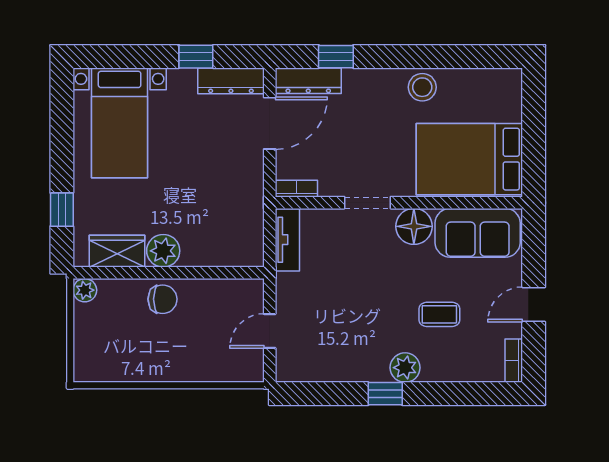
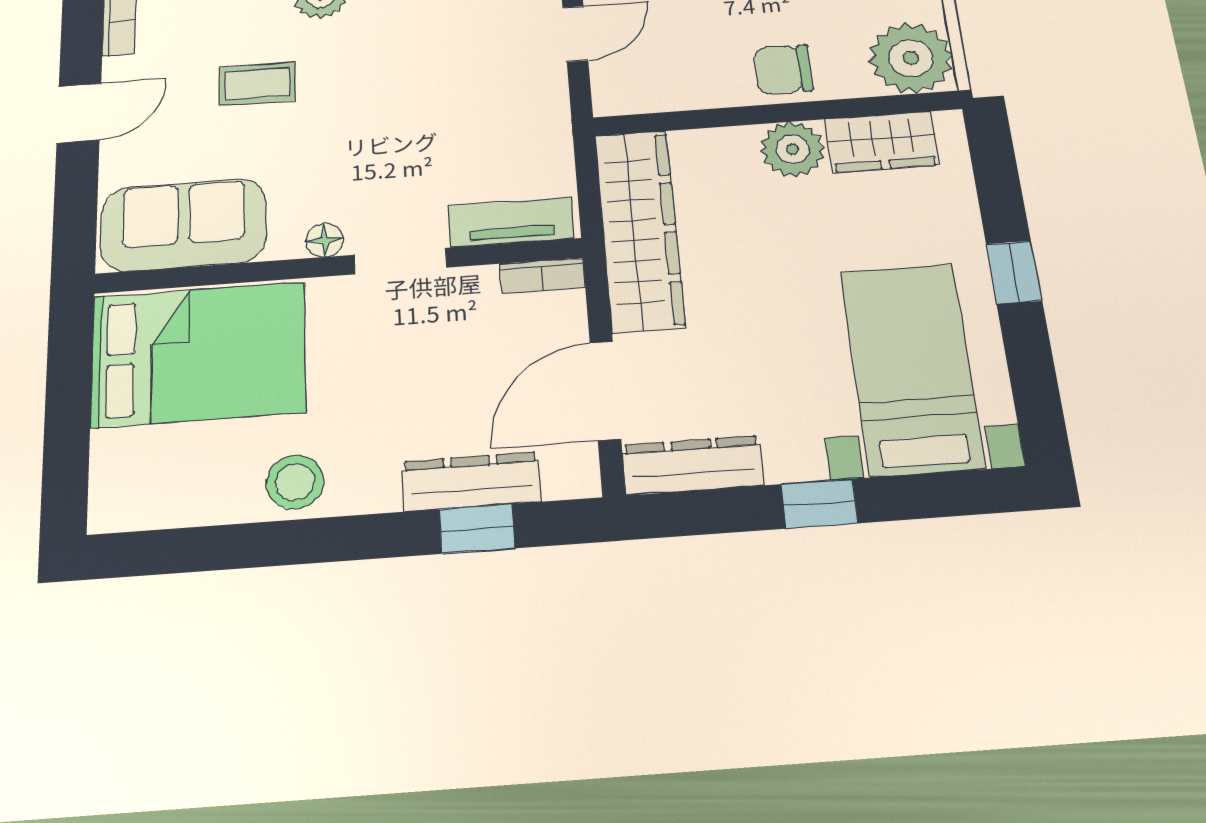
window: (196, 57) -> (819, 504), moved
dresser: (308, 81) -> (471, 482), moved
window: (62, 210) -> (1014, 272), moved
wardrobe: (246, 210) -> (639, 230), added
floor lamp: (414, 226) -> (325, 240), width x0.53, depth x0.53
tv unit: (287, 240) -> (511, 222), moved, turned 90
plant: (85, 290) -> (911, 58), width x1.88, depth x1.88

